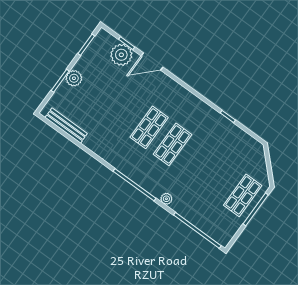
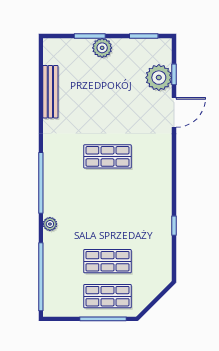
door: (152, 62) -> (174, 112), swing flipped
bench: (66, 125) -> (50, 92), moved
shop shelf: (173, 144) -> (107, 261), moved

